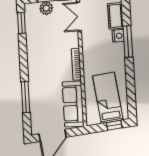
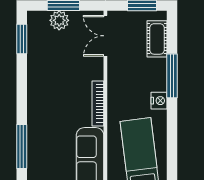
nightstand: (118, 36) -> (159, 101), moved

